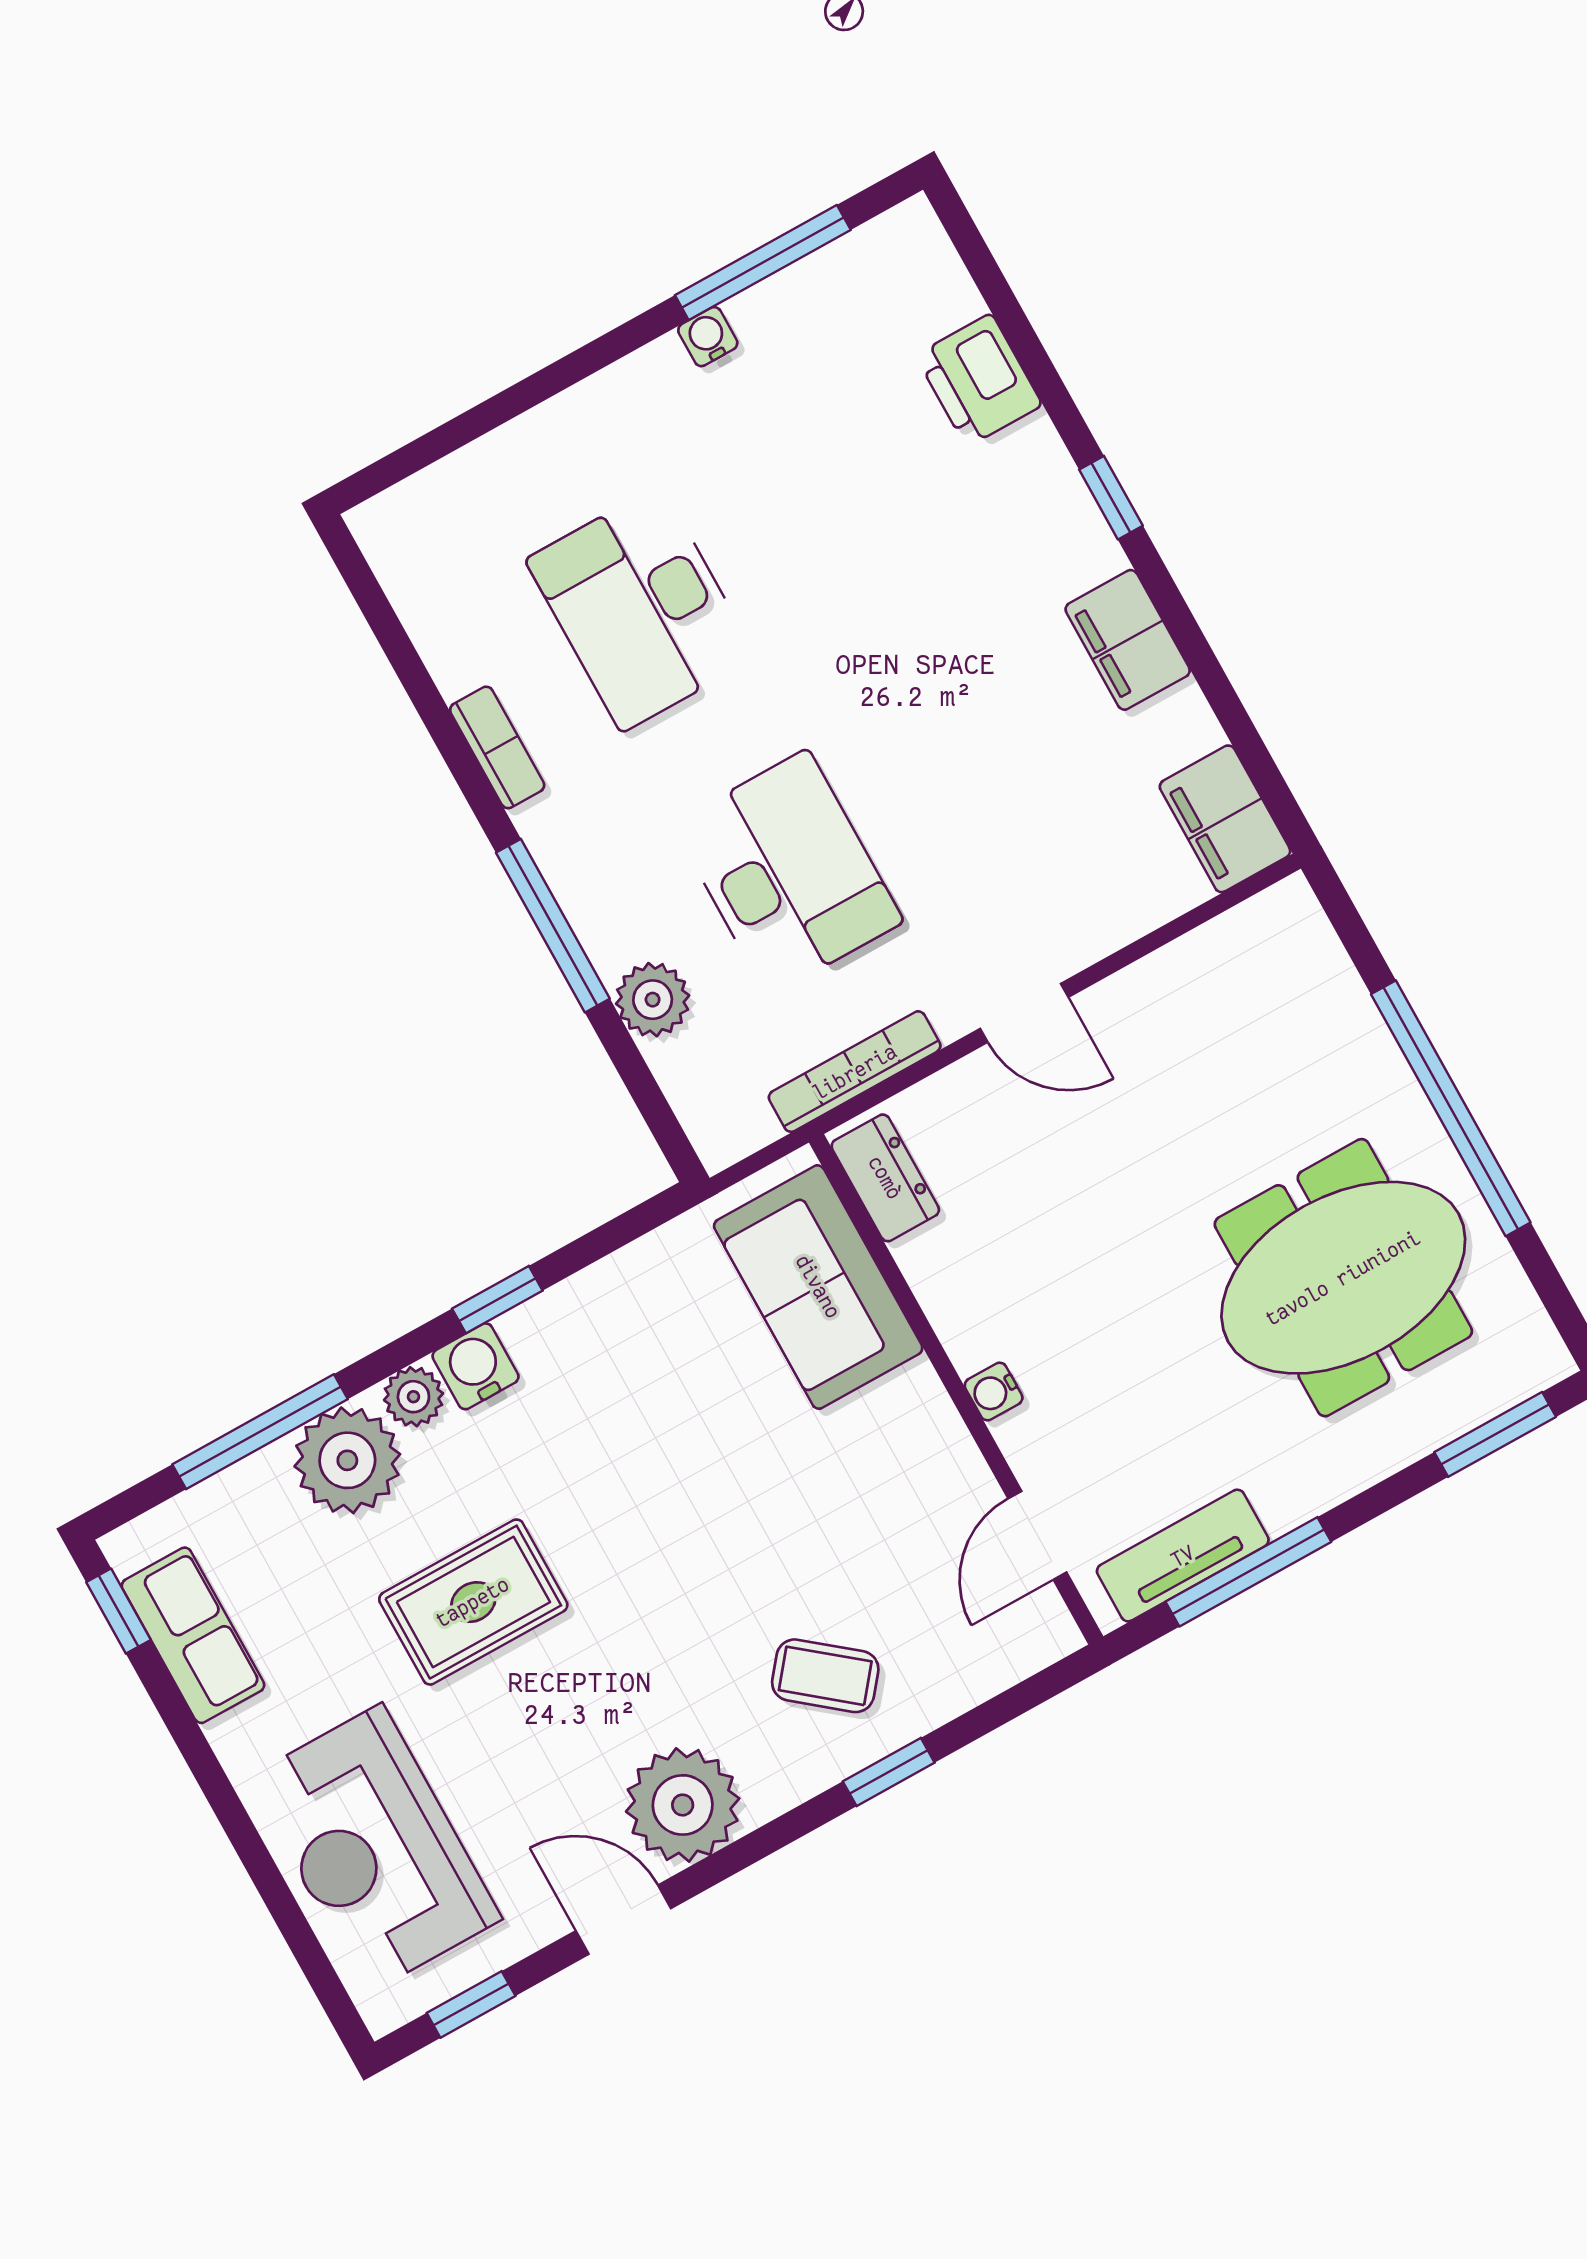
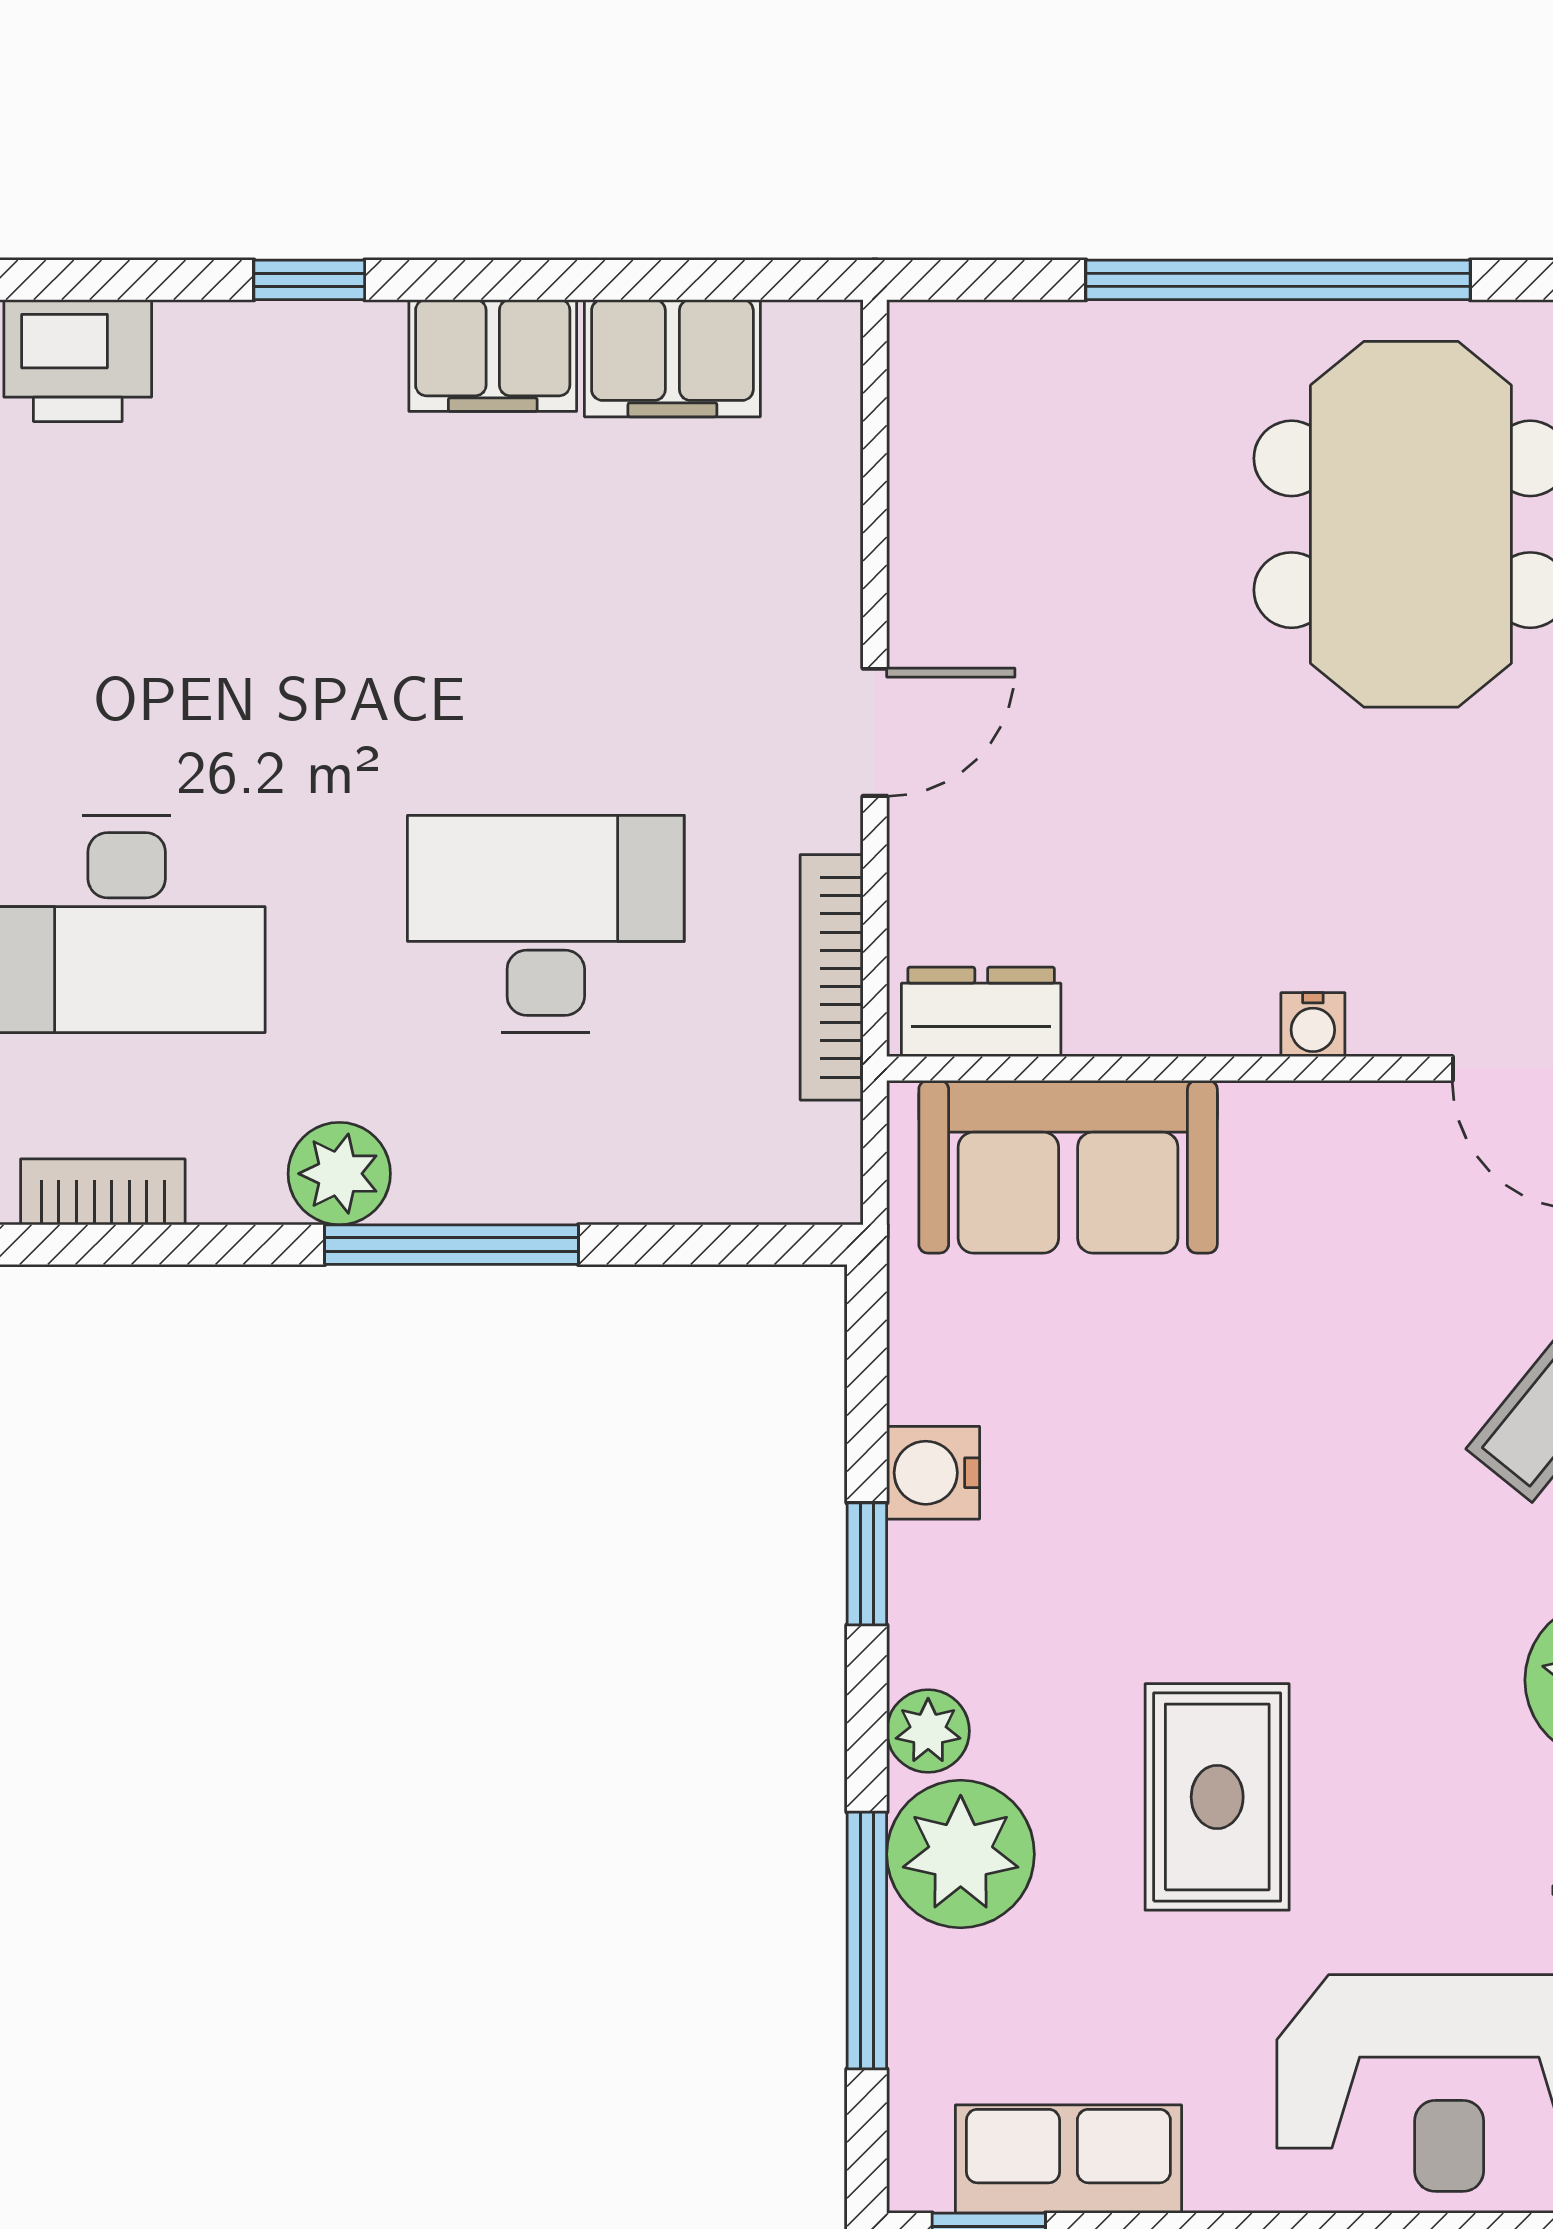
bookcase: (497, 747) -> (103, 1192), moved
filing cabinet: (1225, 819) -> (672, 358), moved
plant: (653, 1000) -> (339, 1174), moved
water cooler: (476, 1366) -> (933, 1473), moved

